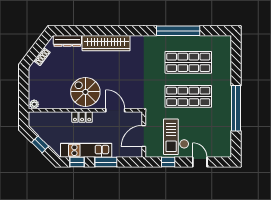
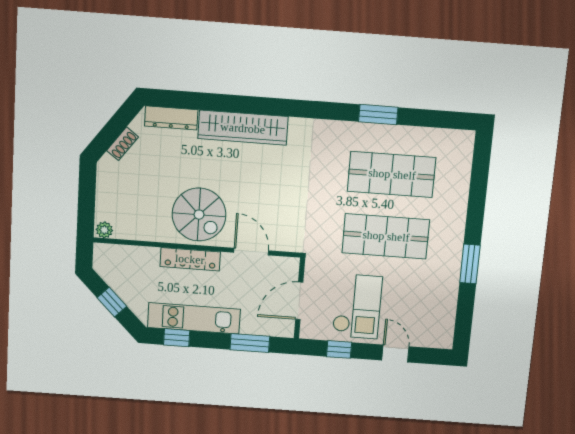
window: (178, 31) -> (378, 114), width x0.47
spiral stairs: (85, 92) -> (199, 215), turned 180
window: (236, 108) -> (470, 264), width x0.47
locker: (82, 117) -> (190, 259), width x1.53
checkout: (176, 137) -> (357, 306), turned 180
window: (106, 162) -> (250, 343), moved

